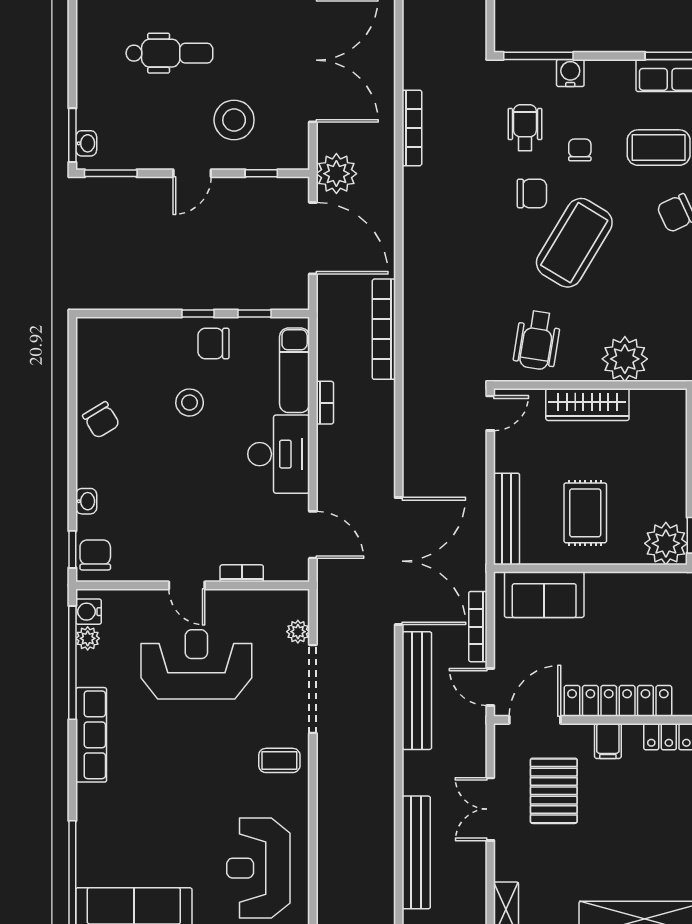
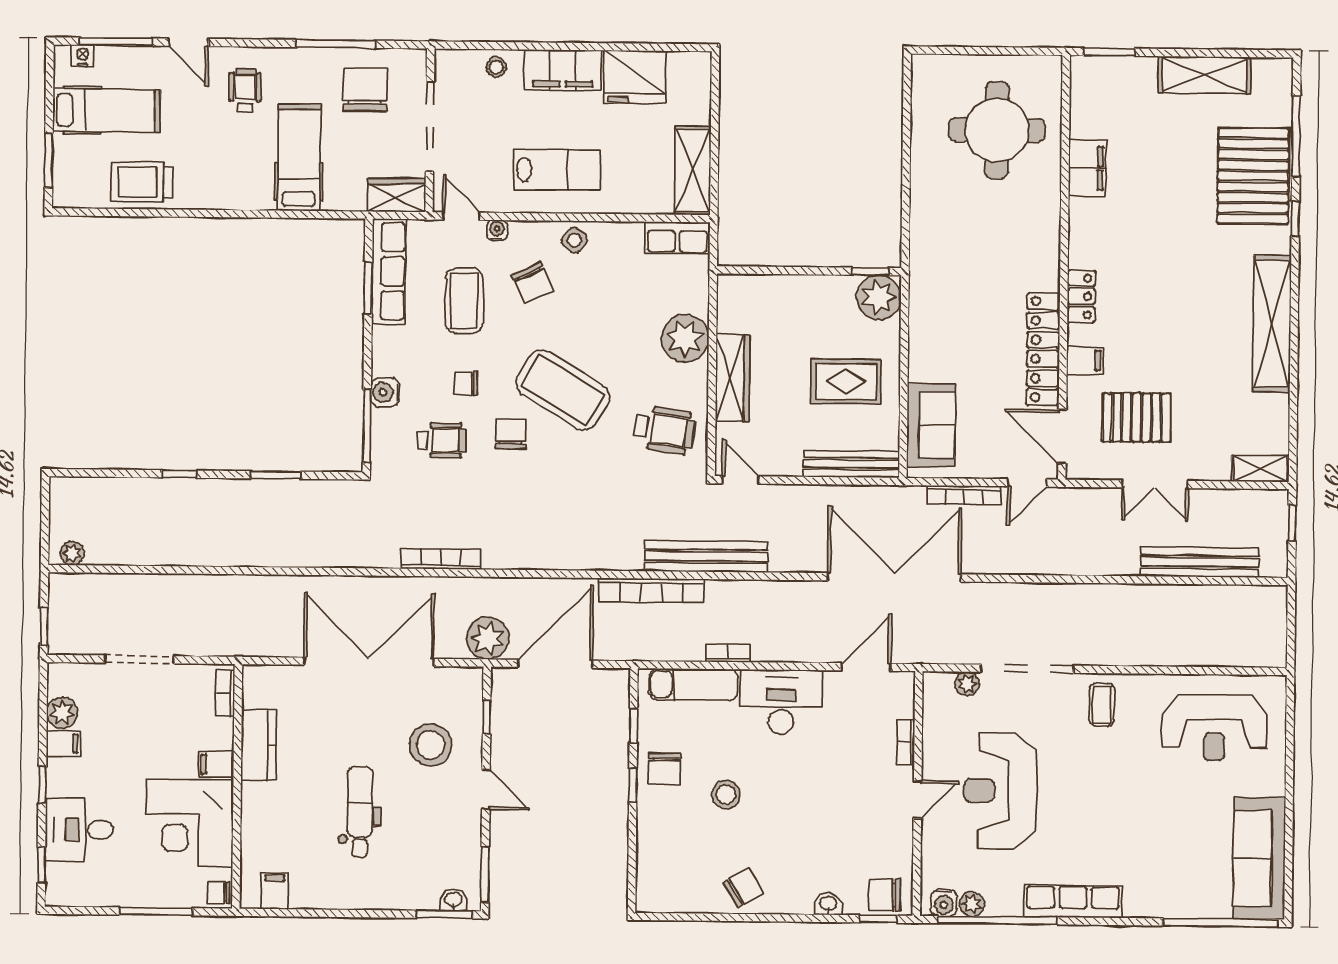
wheelchair: (525, 128) -> (442, 440), turned 180
bench: (417, 691) -> (706, 556), moved

